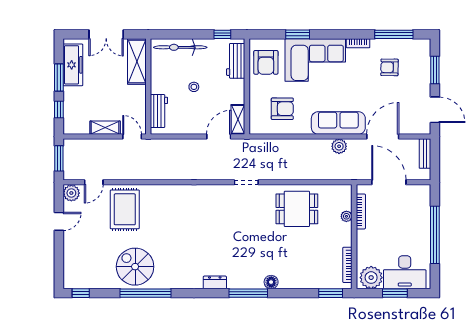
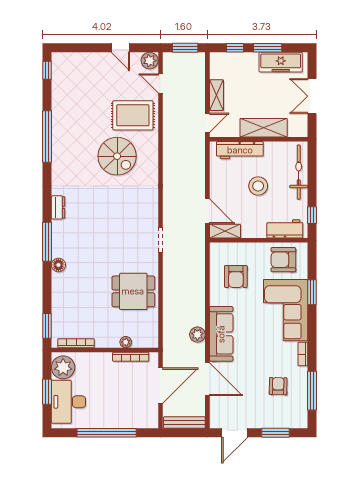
shelving: (137, 62) -> (264, 128), moved
stool: (194, 87) -> (258, 186), width x1.89, depth x1.89
workbench: (159, 111) -> (240, 150), width x1.38
bench: (425, 154) -> (184, 422), width x1.36
dining table: (297, 209) -> (133, 291), turned 90
spiral stairs: (135, 267) -> (117, 156), moved, turned 90

